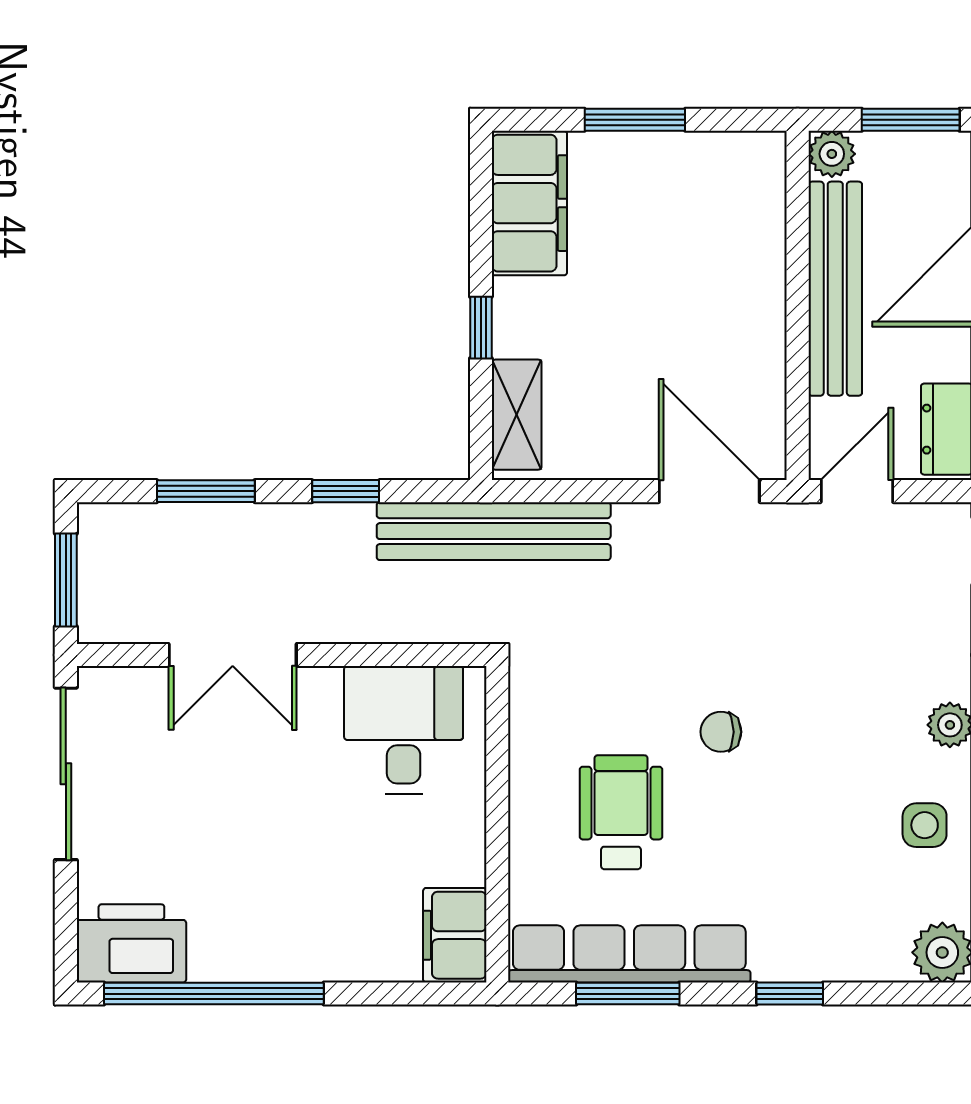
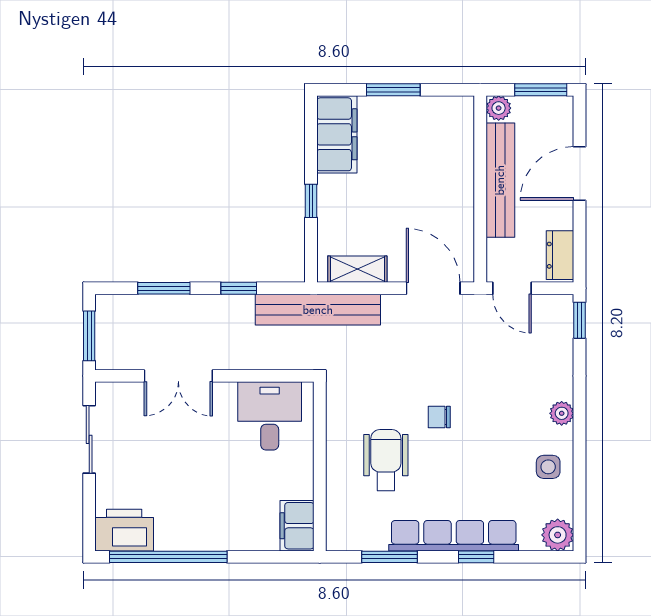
shelving: (517, 415) -> (357, 269), moved, turned 90
door: (857, 491) -> (512, 288), swing flipped
sliding door: (66, 774) -> (89, 439), width x0.73
row of seats: (629, 954) -> (454, 536), moved

